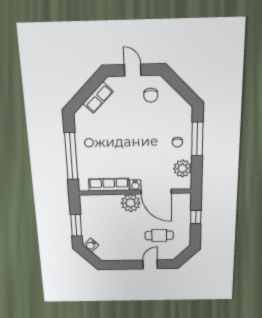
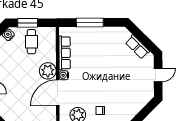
chair: (151, 95) -> (139, 89), removed
window: (71, 156) -> (90, 23), width x0.68
cafe table: (159, 235) -> (31, 42), moved

